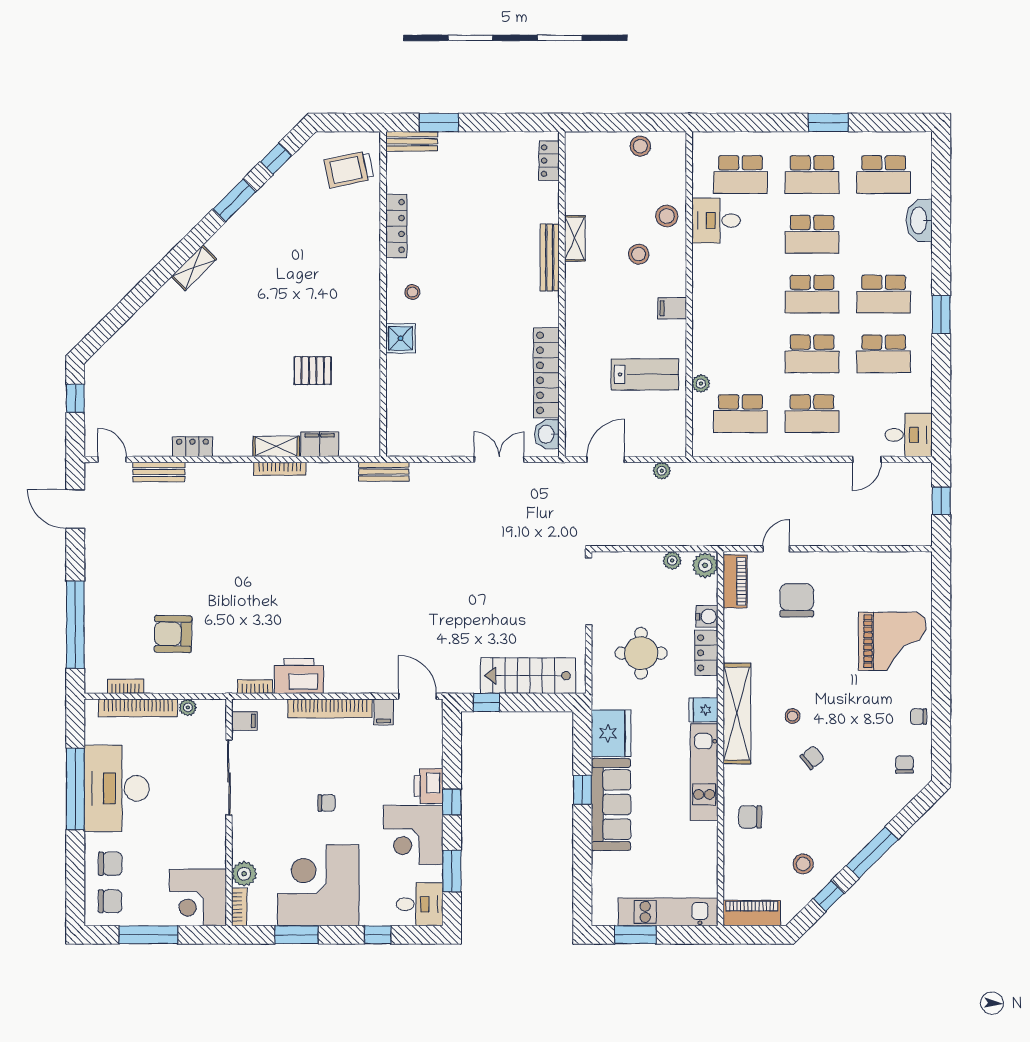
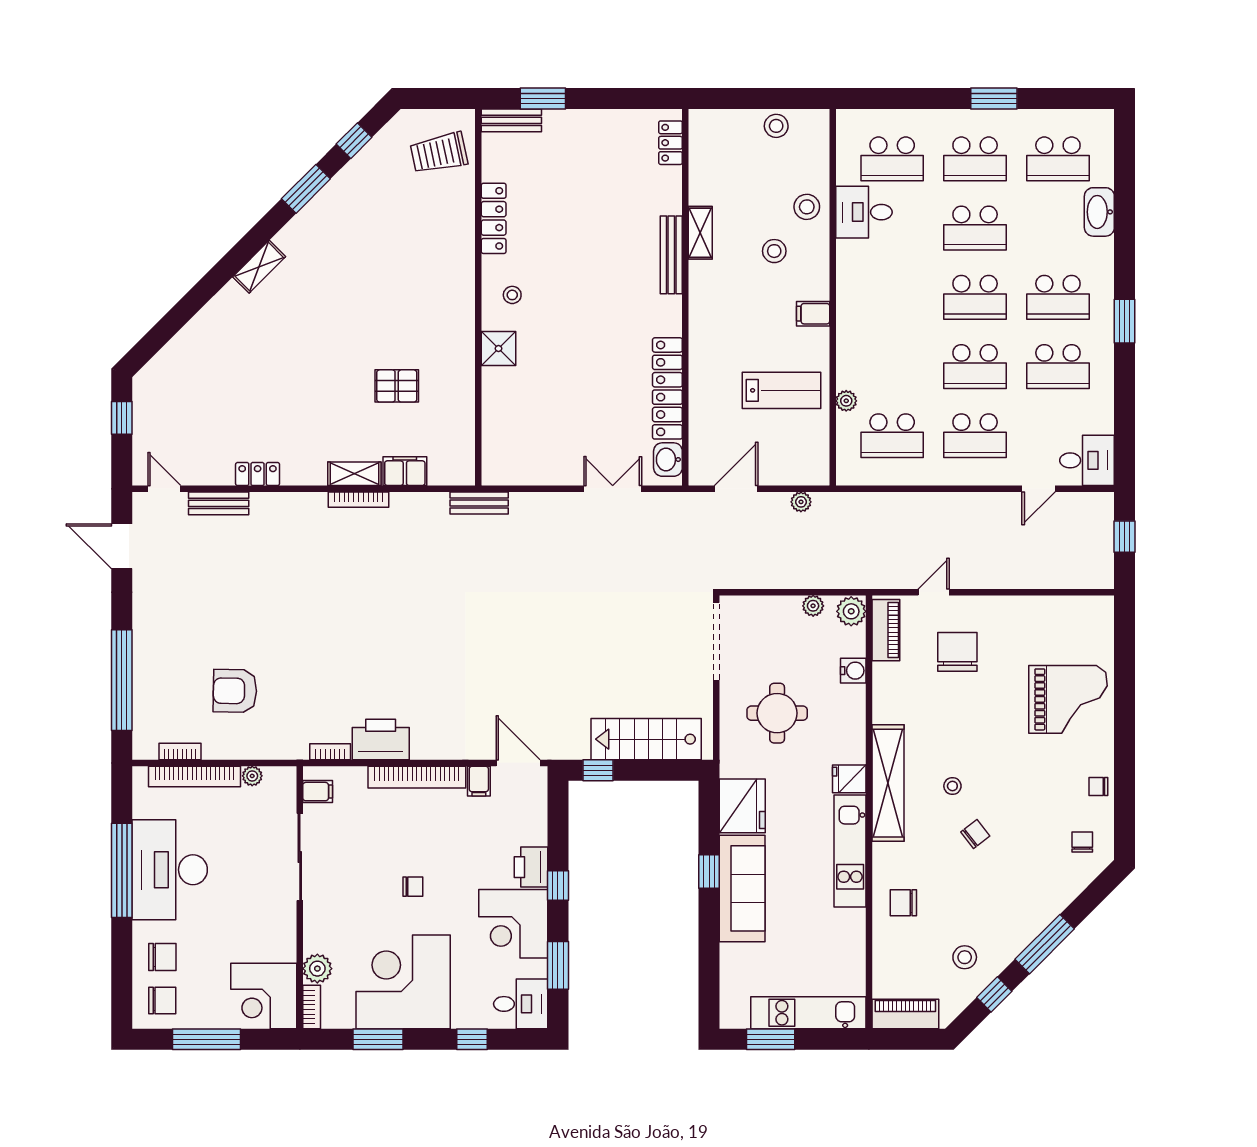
locker: (706, 653) -> (853, 713), removed

